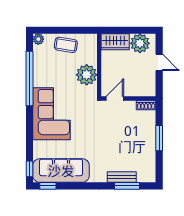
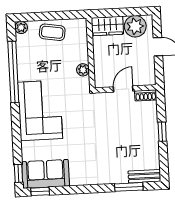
plant: (87, 75) -> (83, 70), width x0.53, depth x0.53
door: (115, 98) -> (123, 89), moved
window: (159, 138) -> (162, 132), width x0.67
sofa: (61, 171) -> (46, 174), width x0.73
bench: (122, 177) -> (144, 176), moved

